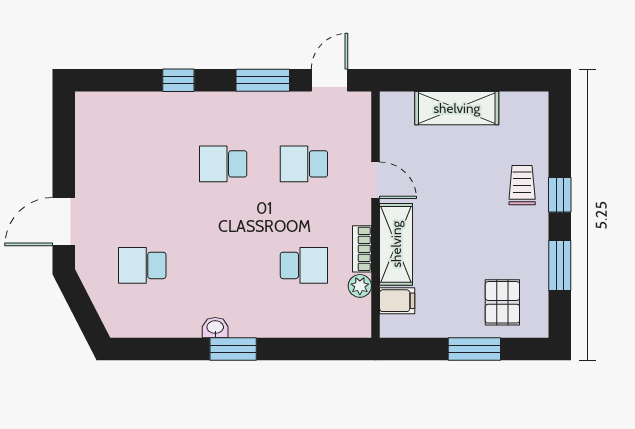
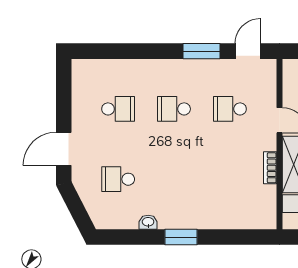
window: (178, 80) -> (143, 51), removed
school desk: (304, 265) -> (118, 109), moved
plant: (360, 286) -> (269, 193), removed
washbasin: (215, 328) -> (148, 222), moved

